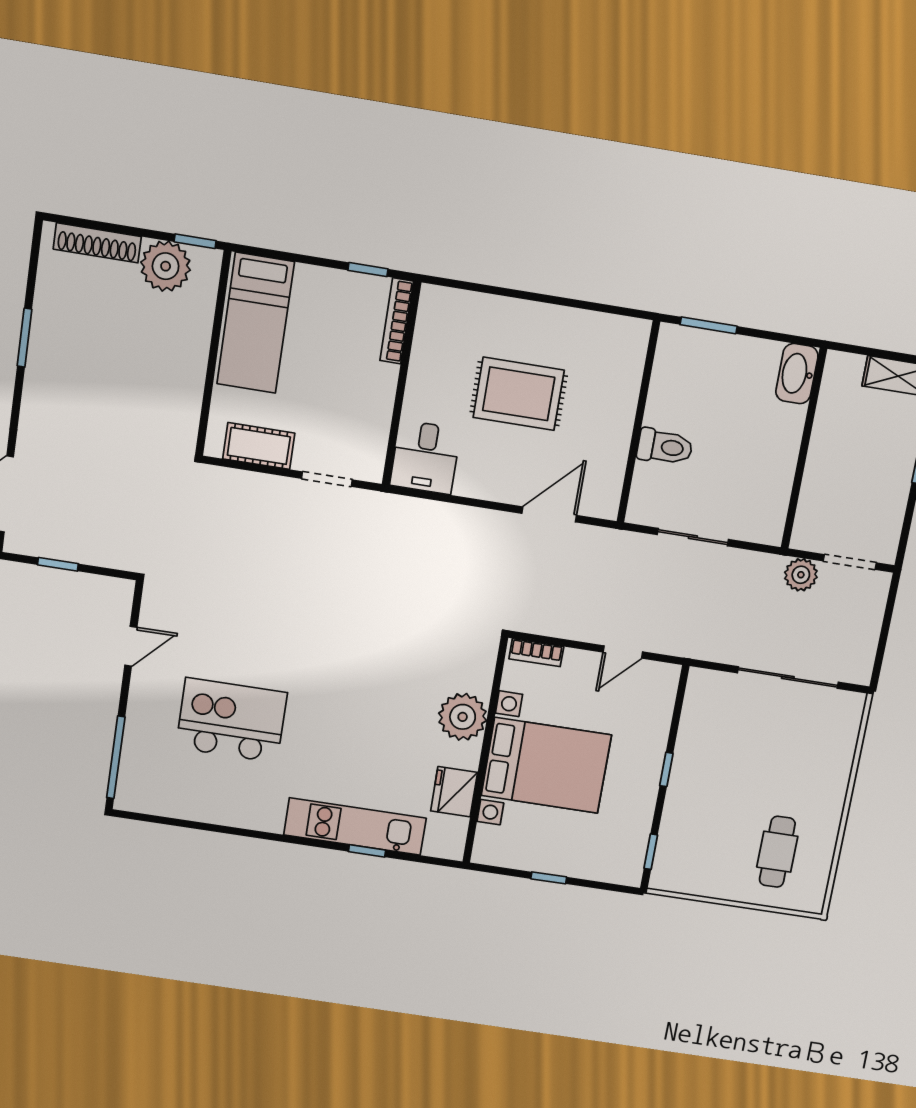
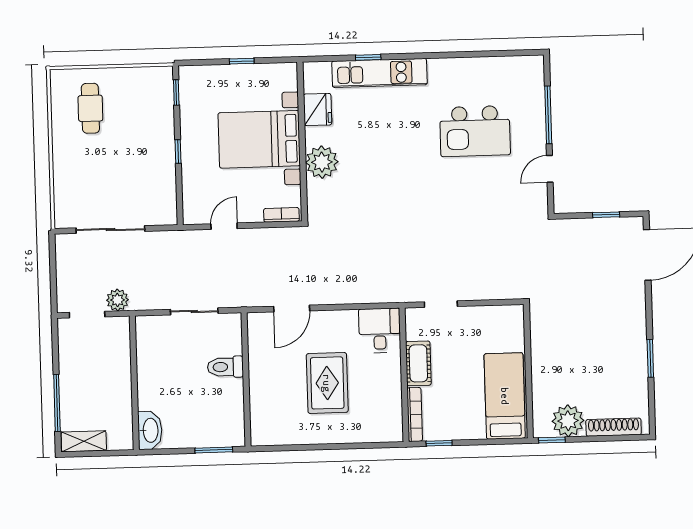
rug: (519, 394) -> (327, 383), turned 90
cot: (259, 446) -> (418, 363), moved, turned 90
window: (116, 757) -> (548, 115), moved

